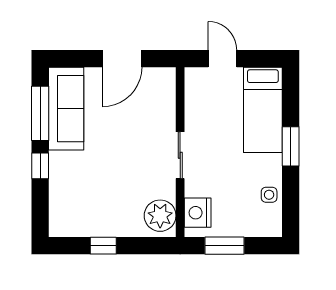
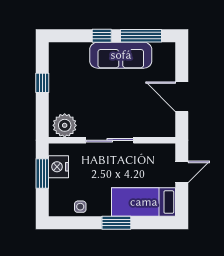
sofa: (66, 109) -> (121, 55), moved
sliding door: (180, 155) -> (110, 140), width x1.37
nightstand: (198, 213) -> (59, 167), moved, turned -90

